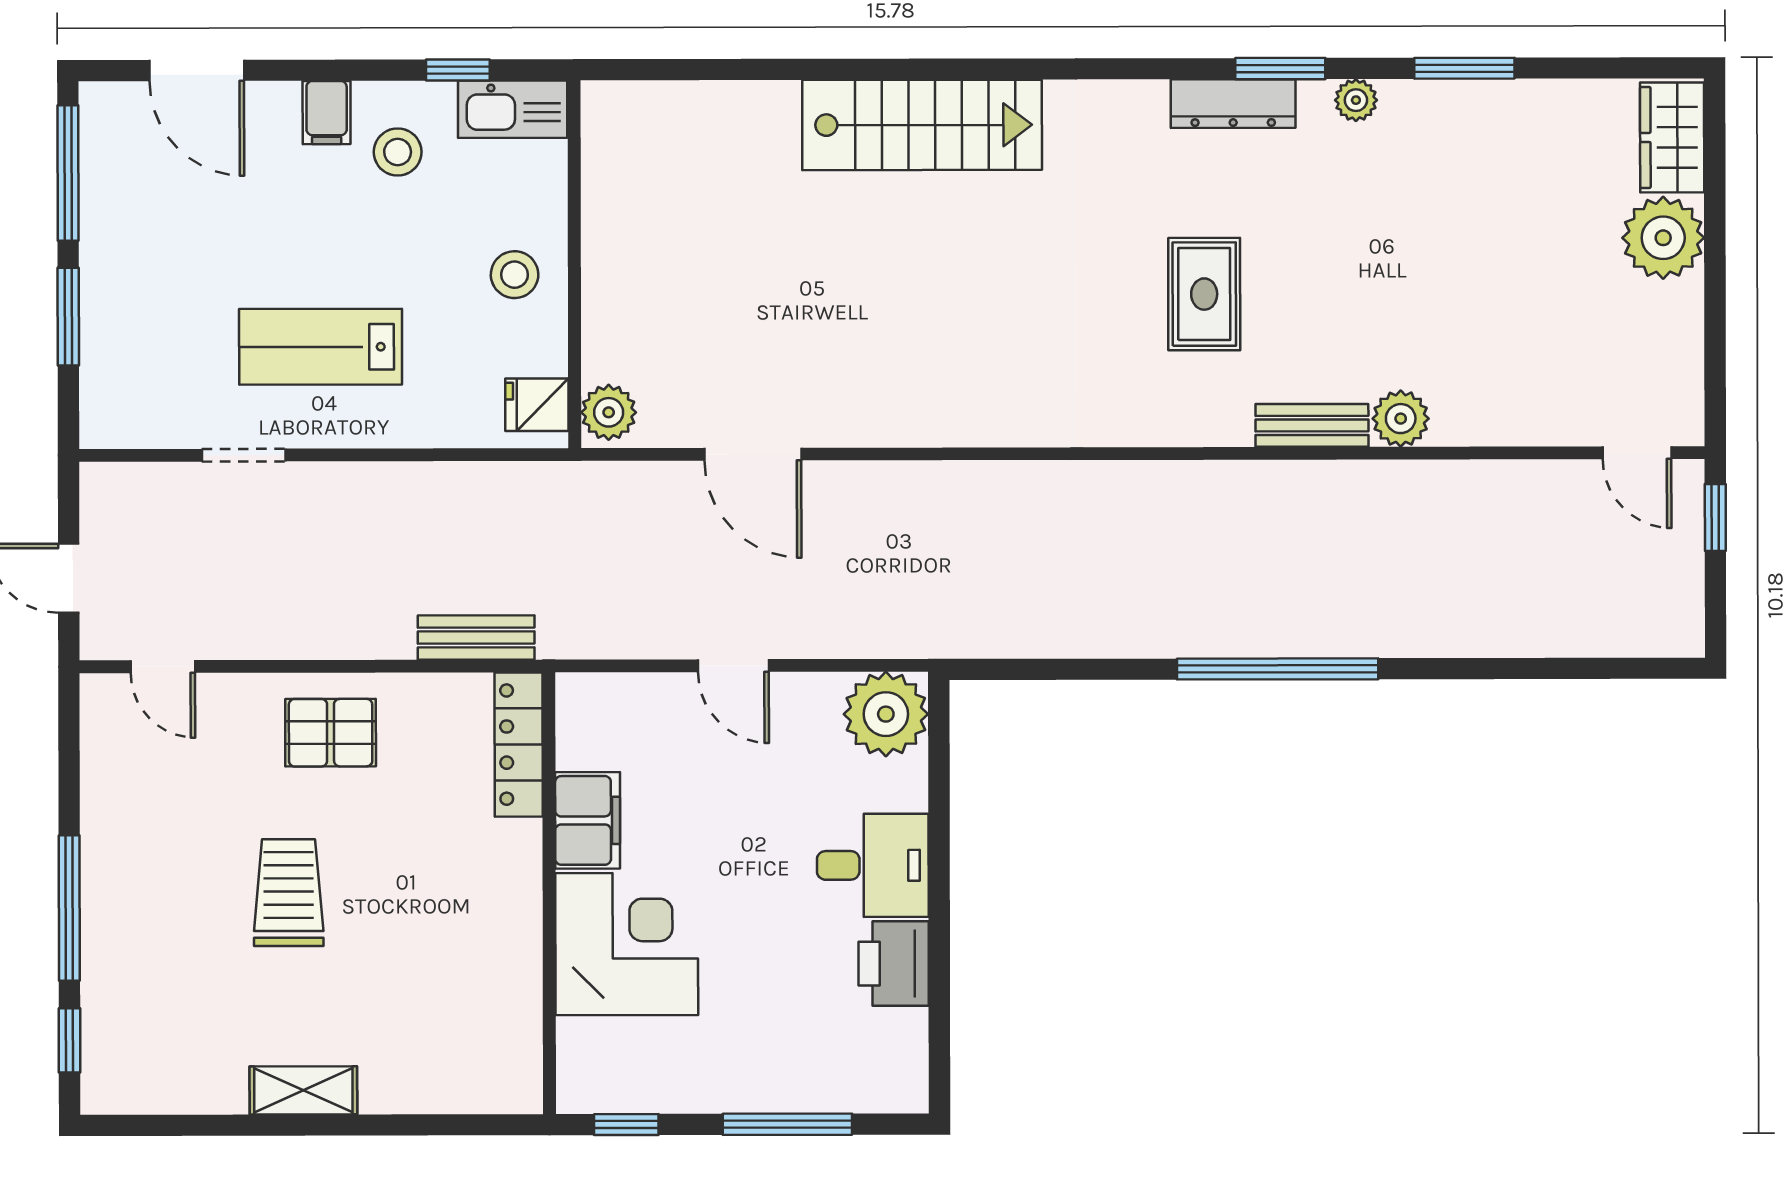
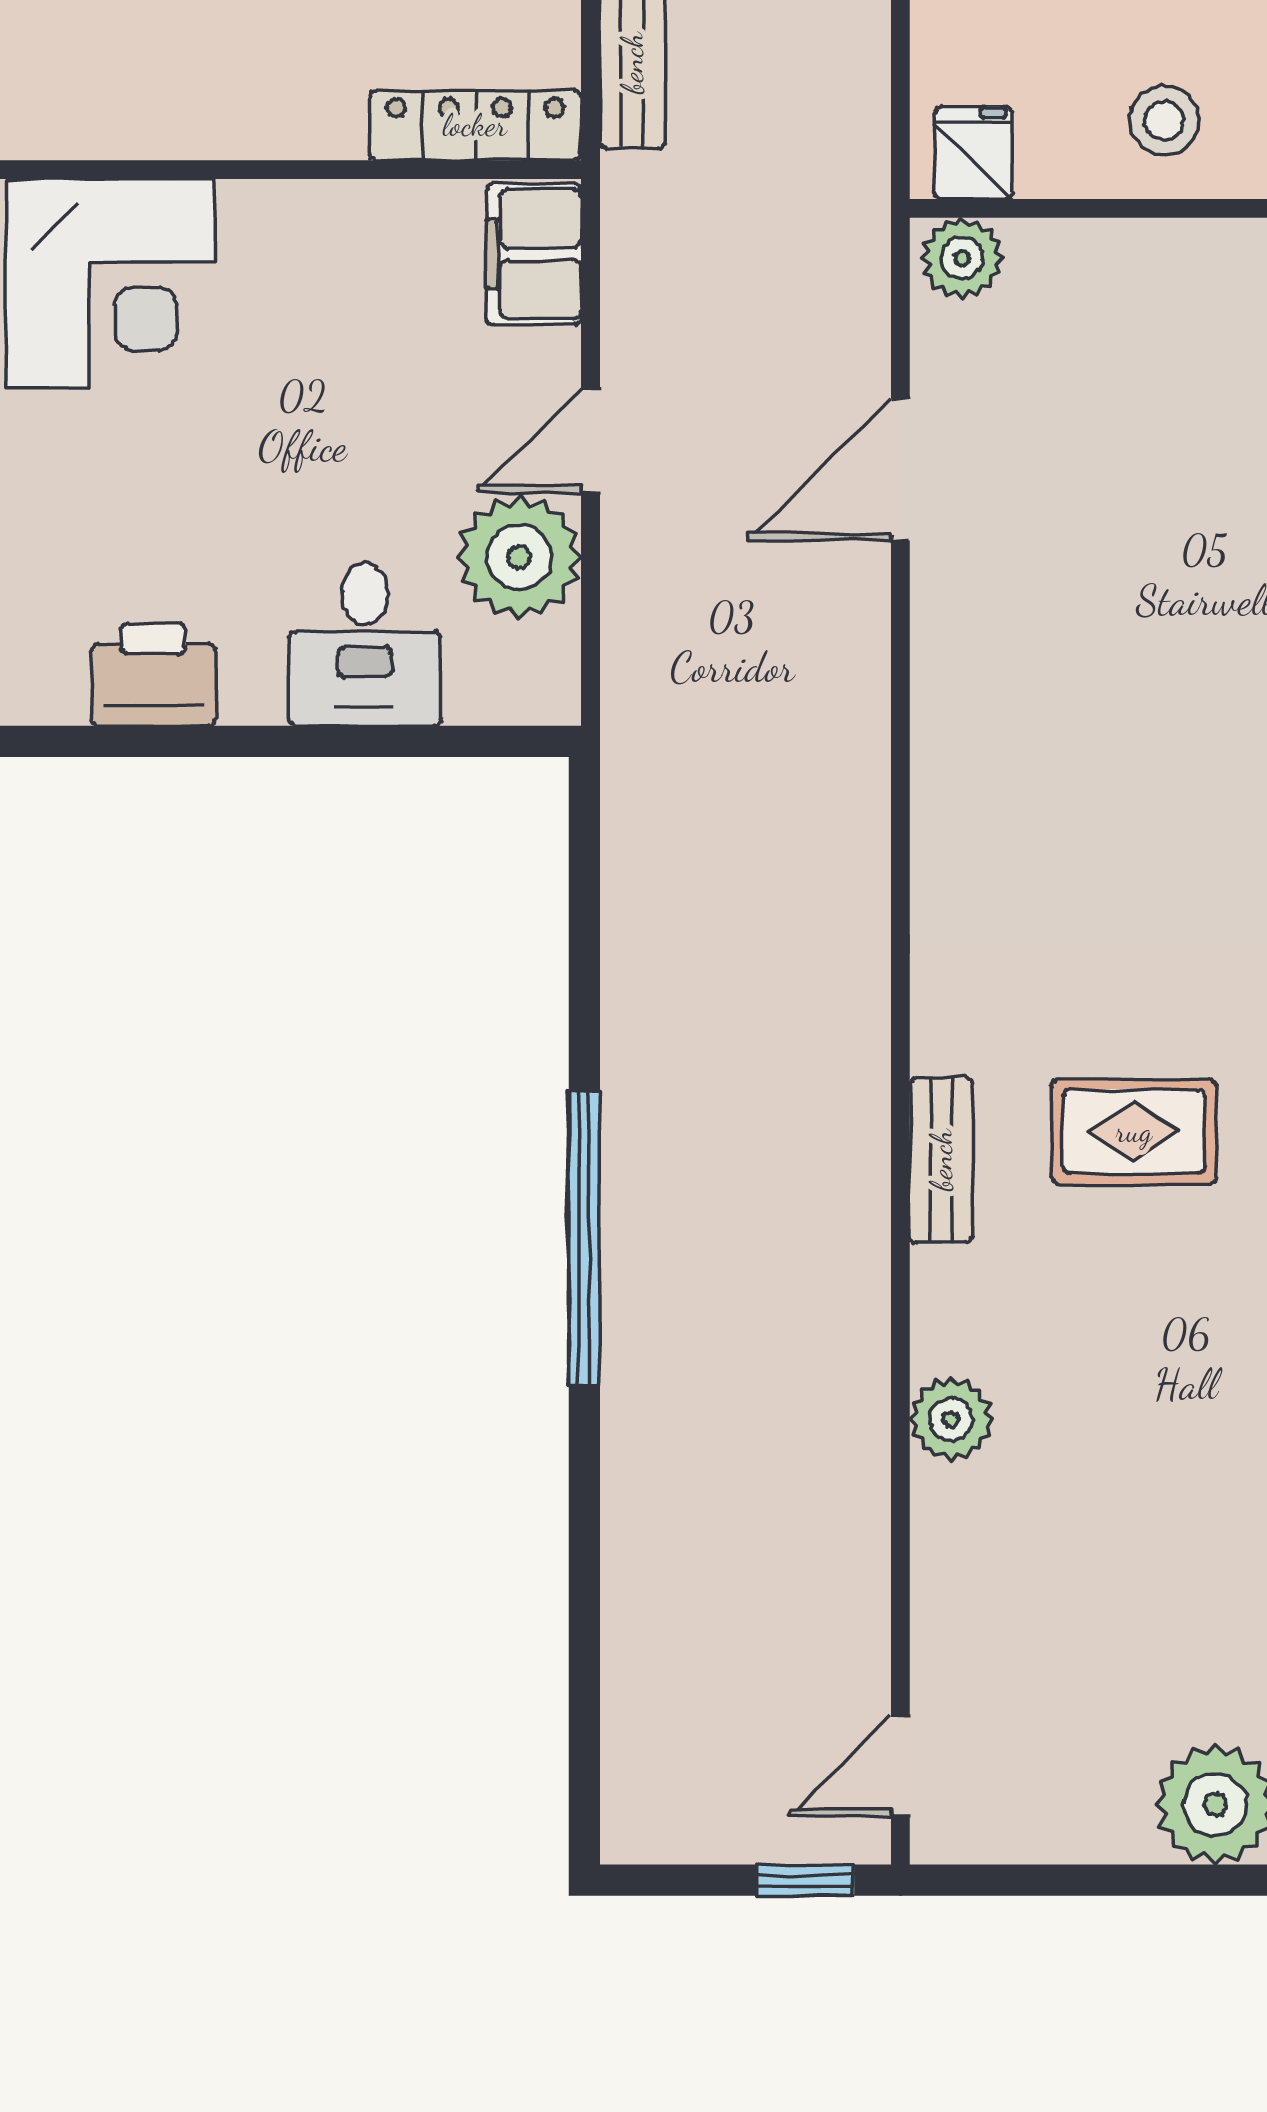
bench: (1312, 425) -> (941, 1160), moved
plant: (886, 714) -> (519, 557), moved
filing cabinet: (588, 820) -> (534, 254), moved, turned 90
desk: (873, 865) -> (365, 644), moved
corner desk: (627, 944) -> (110, 283), moved

